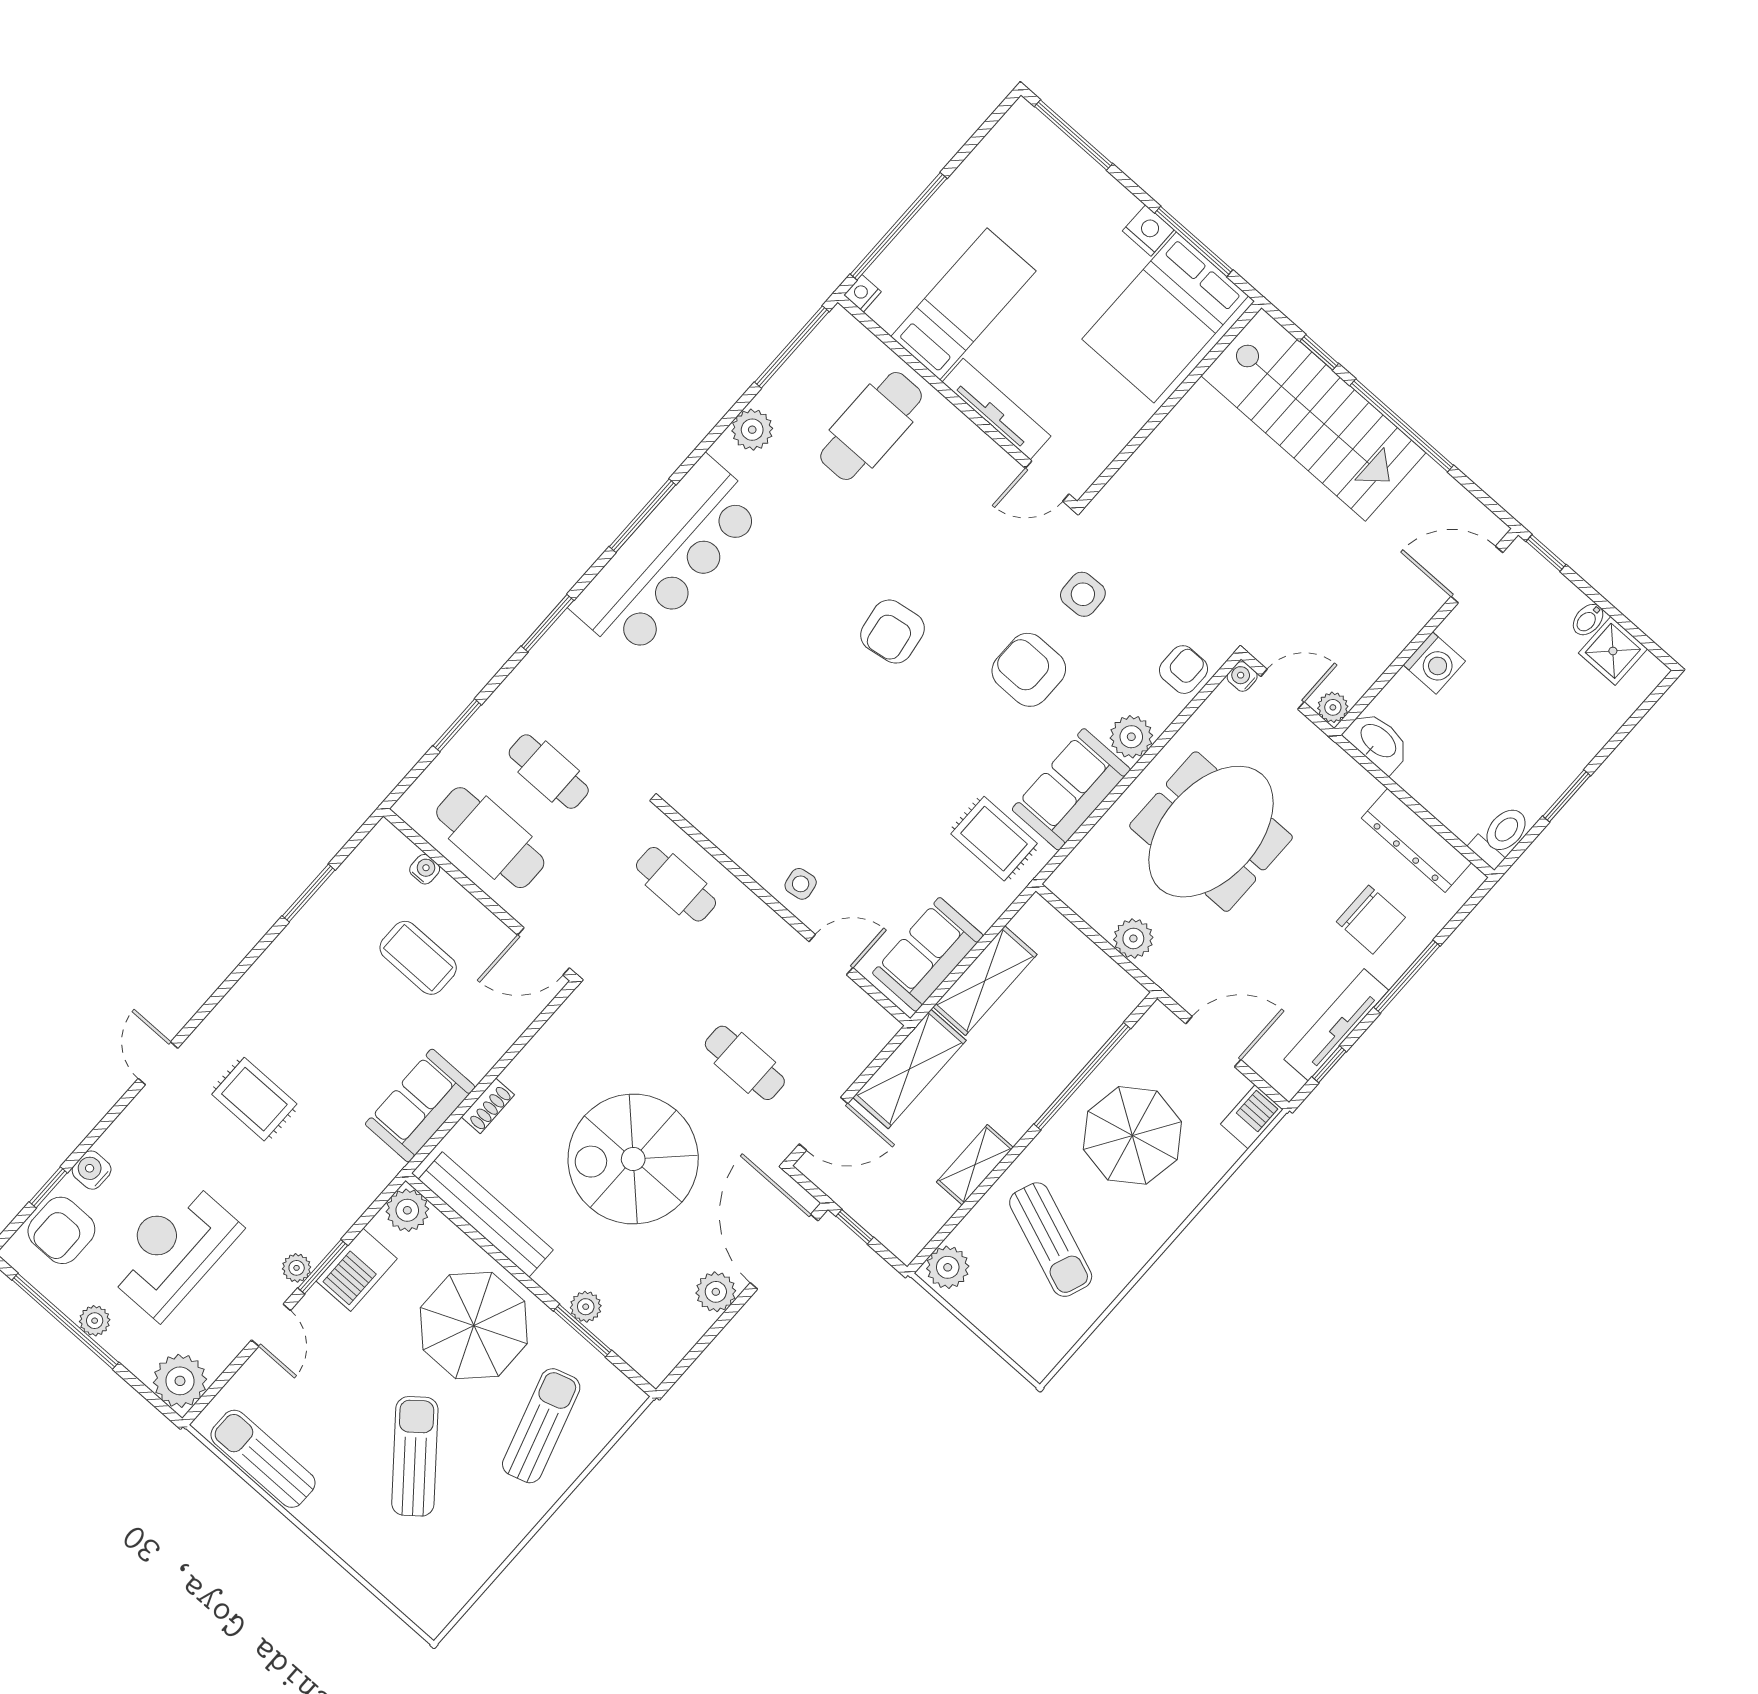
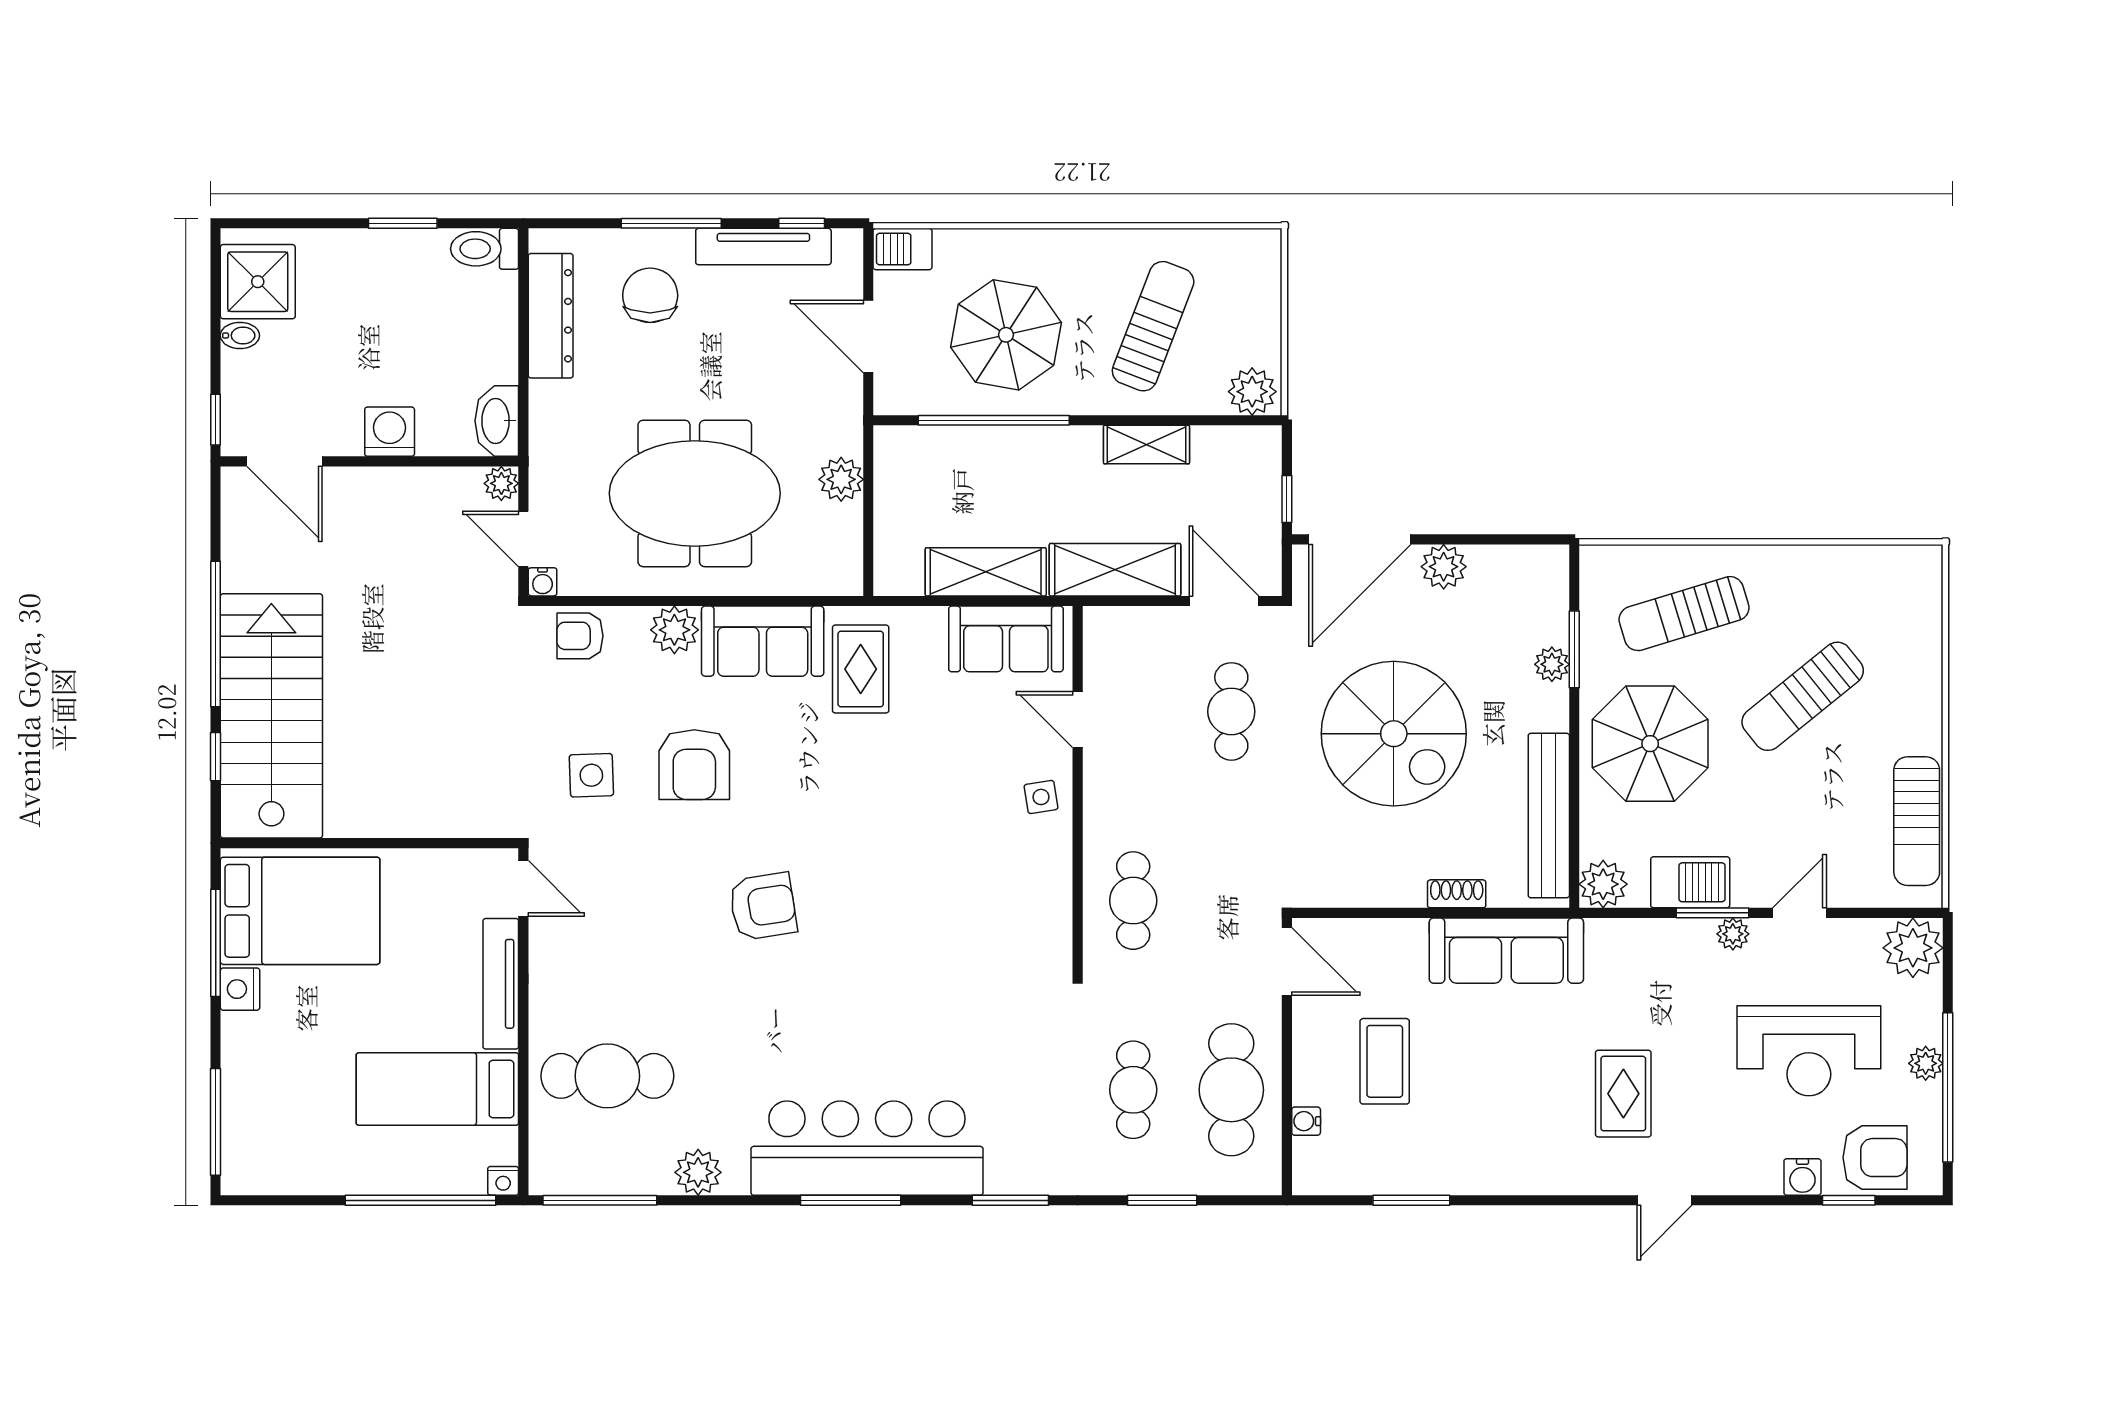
shower: (1613, 651) -> (258, 282), width x1.36, depth x1.36
sofa: (420, 1106) -> (1506, 951), width x1.36

